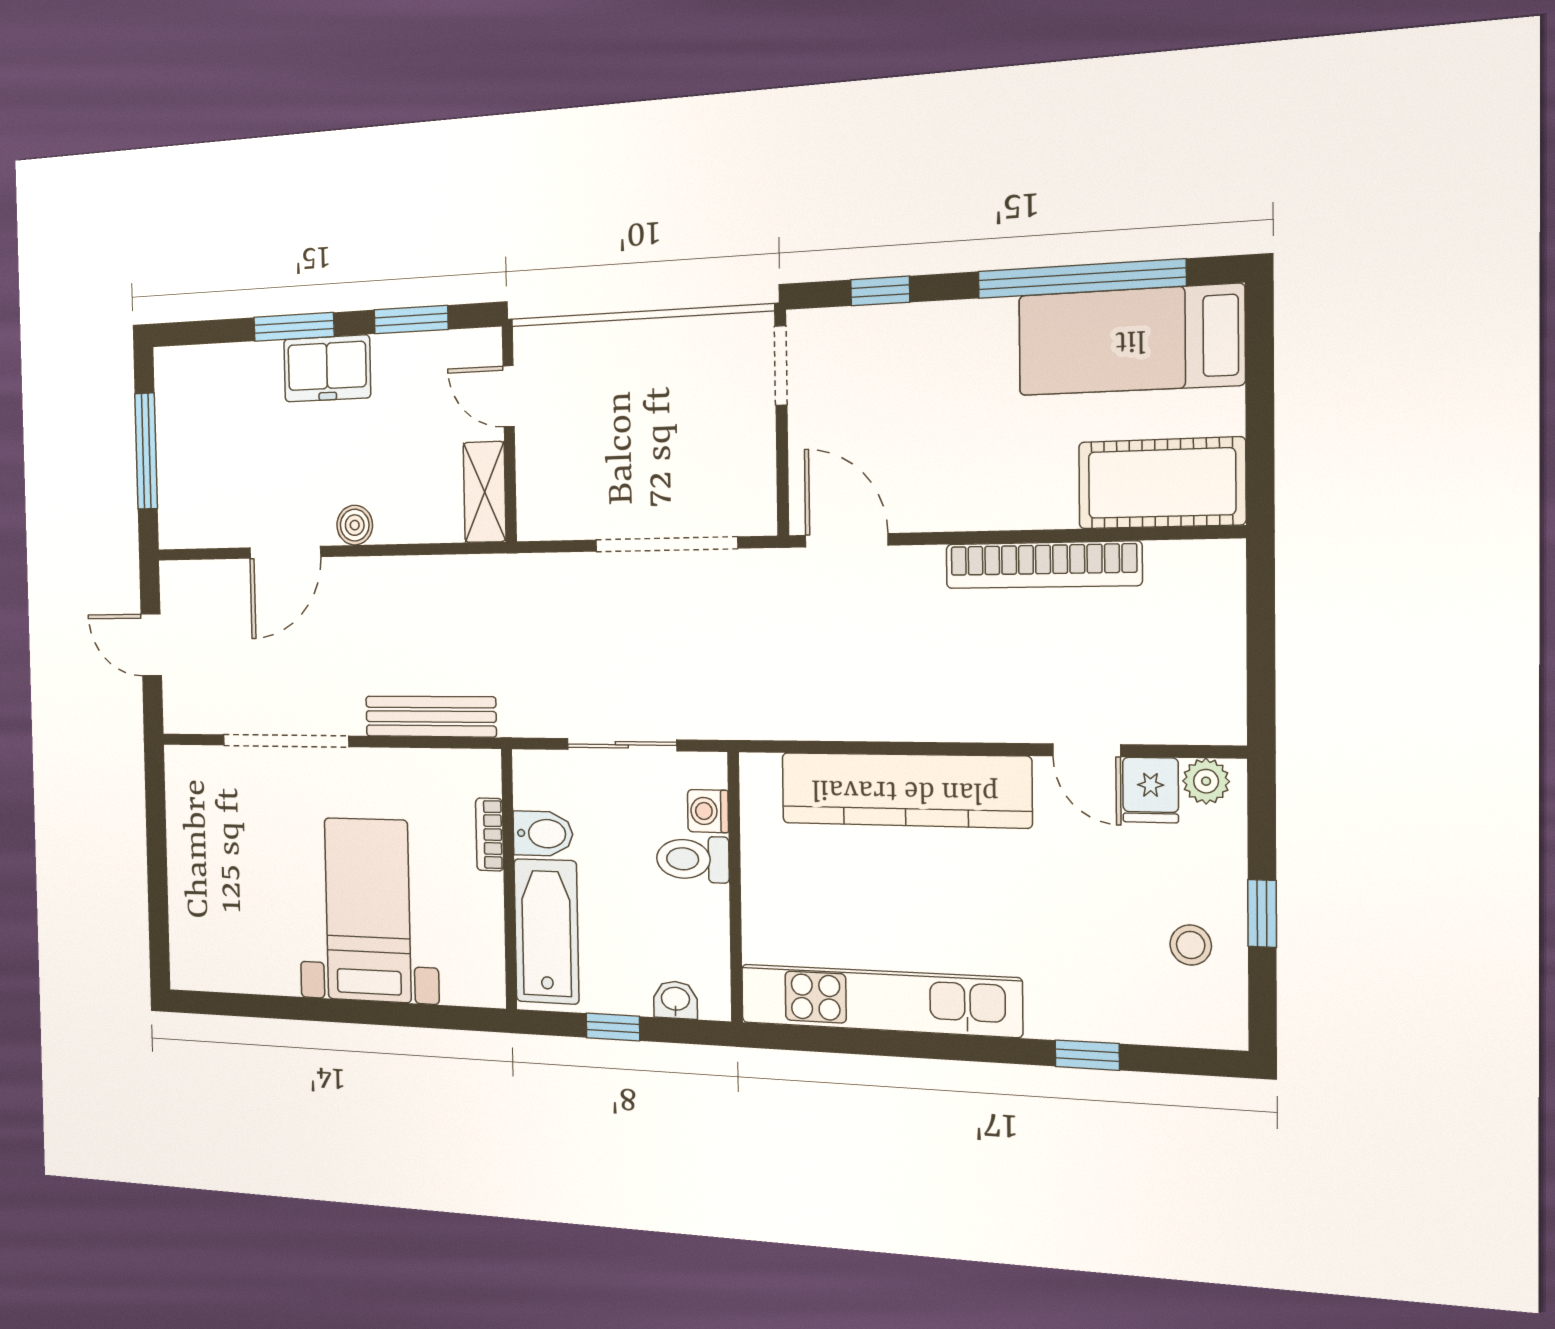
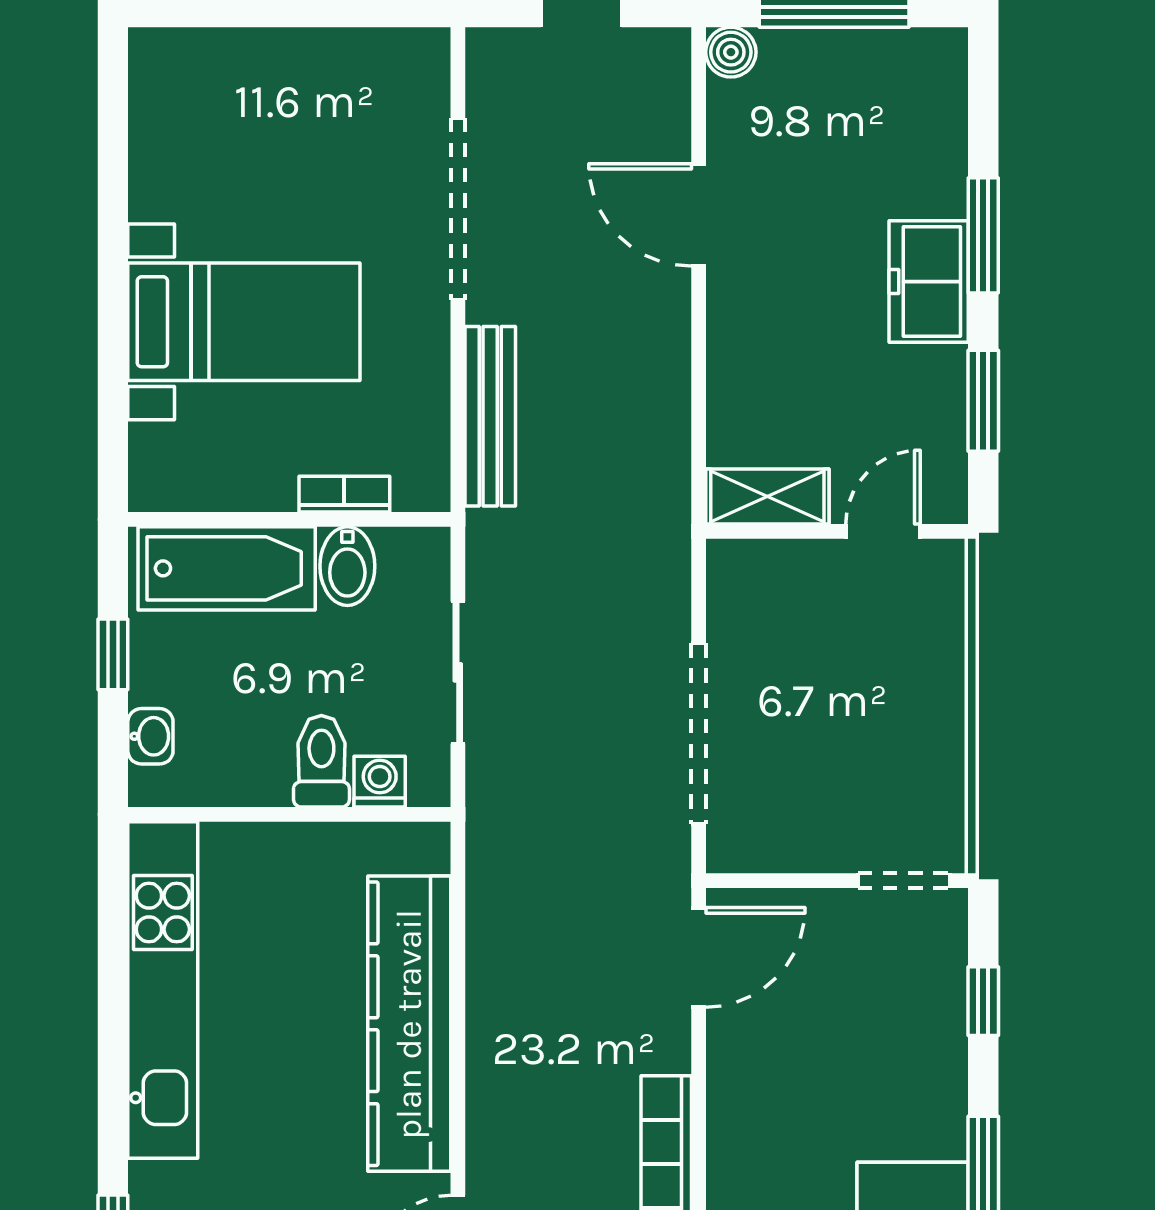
boiler: (355, 525) -> (731, 52), moved

